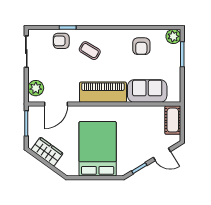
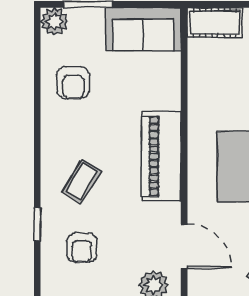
armchair: (61, 41) -> (82, 248), moved
armchair: (141, 46) -> (73, 83), turned 90
sofa: (147, 91) -> (143, 29), moved, turned -90

